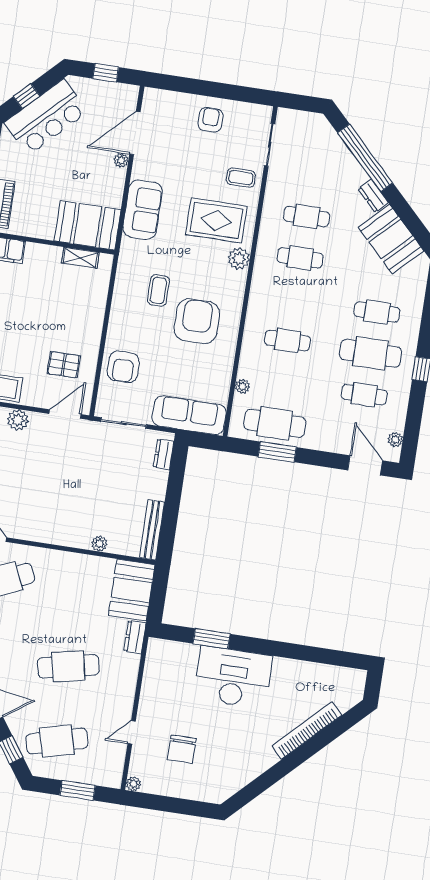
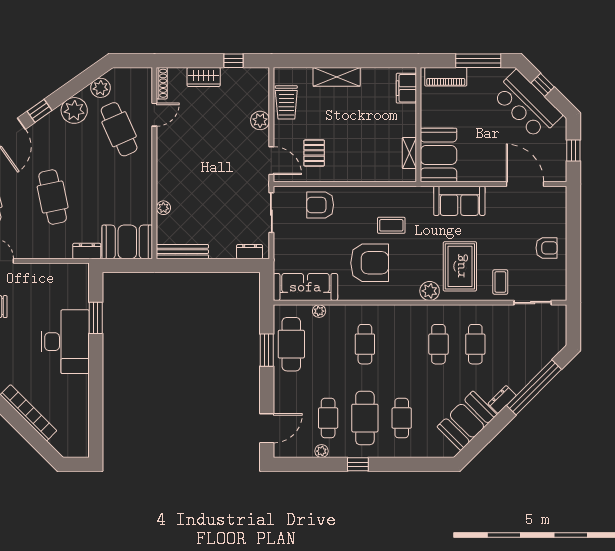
plant: (121, 160) -> (499, 176), removed
sofa: (189, 415) -> (305, 287), moved, turned -90
plant: (395, 439) -> (322, 451), moved

